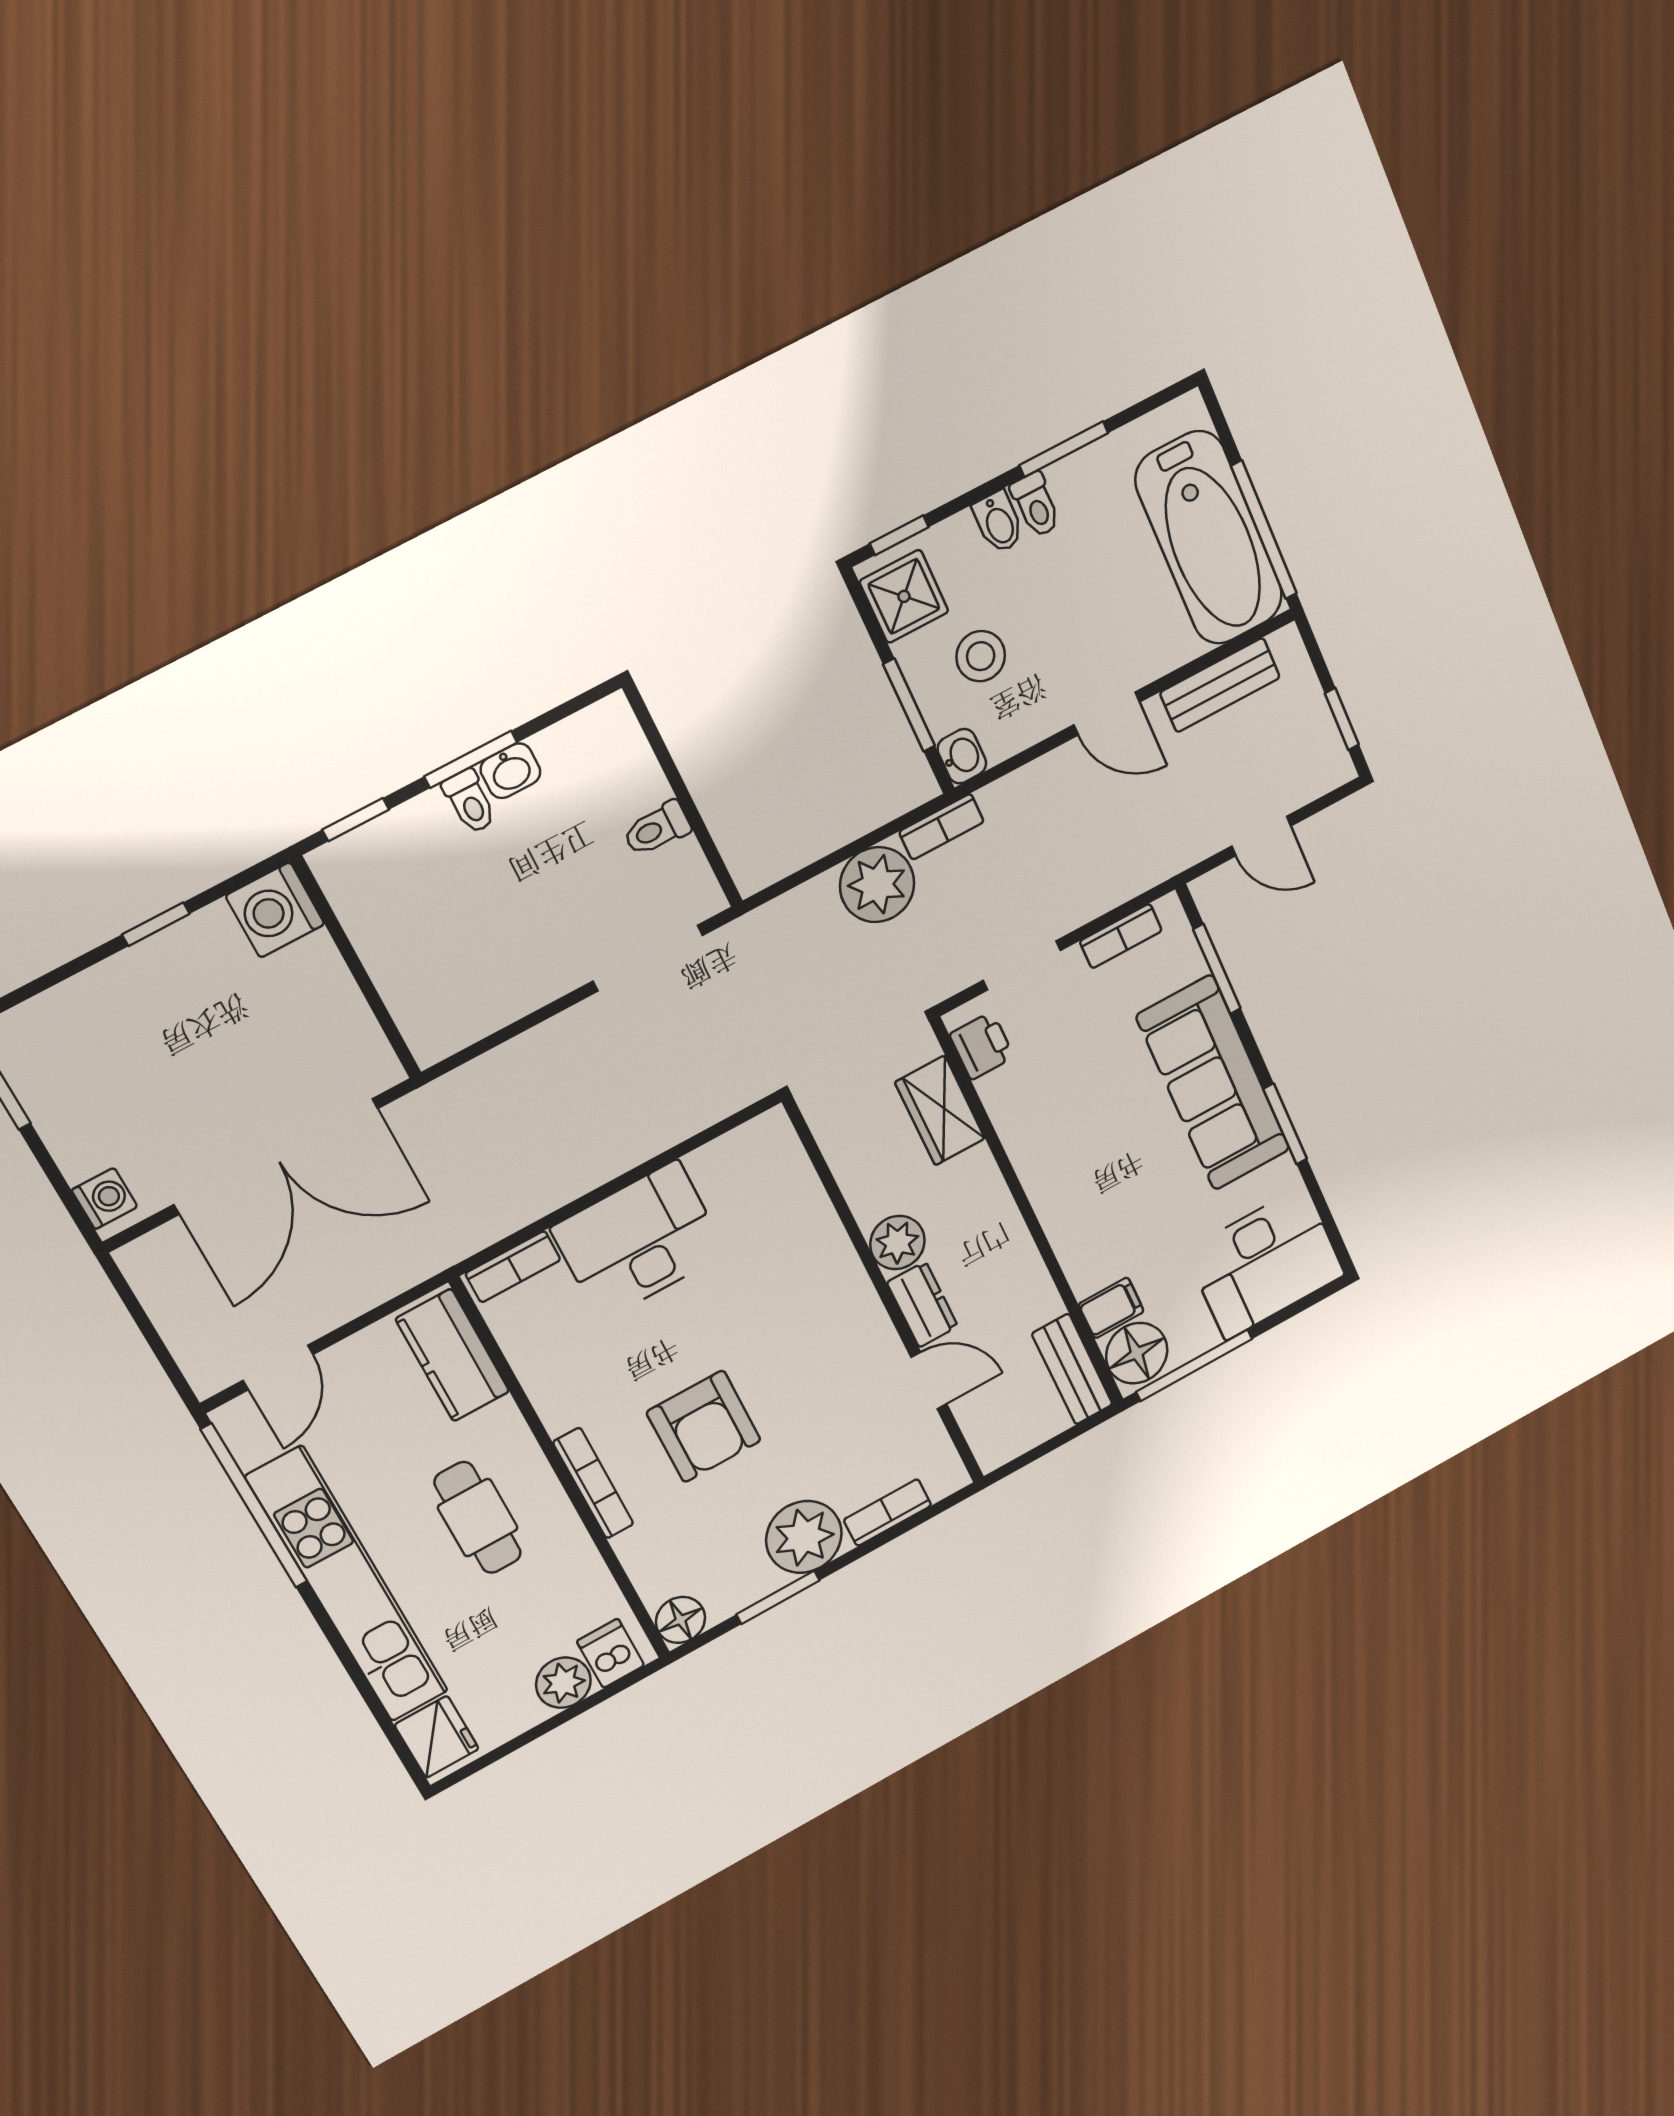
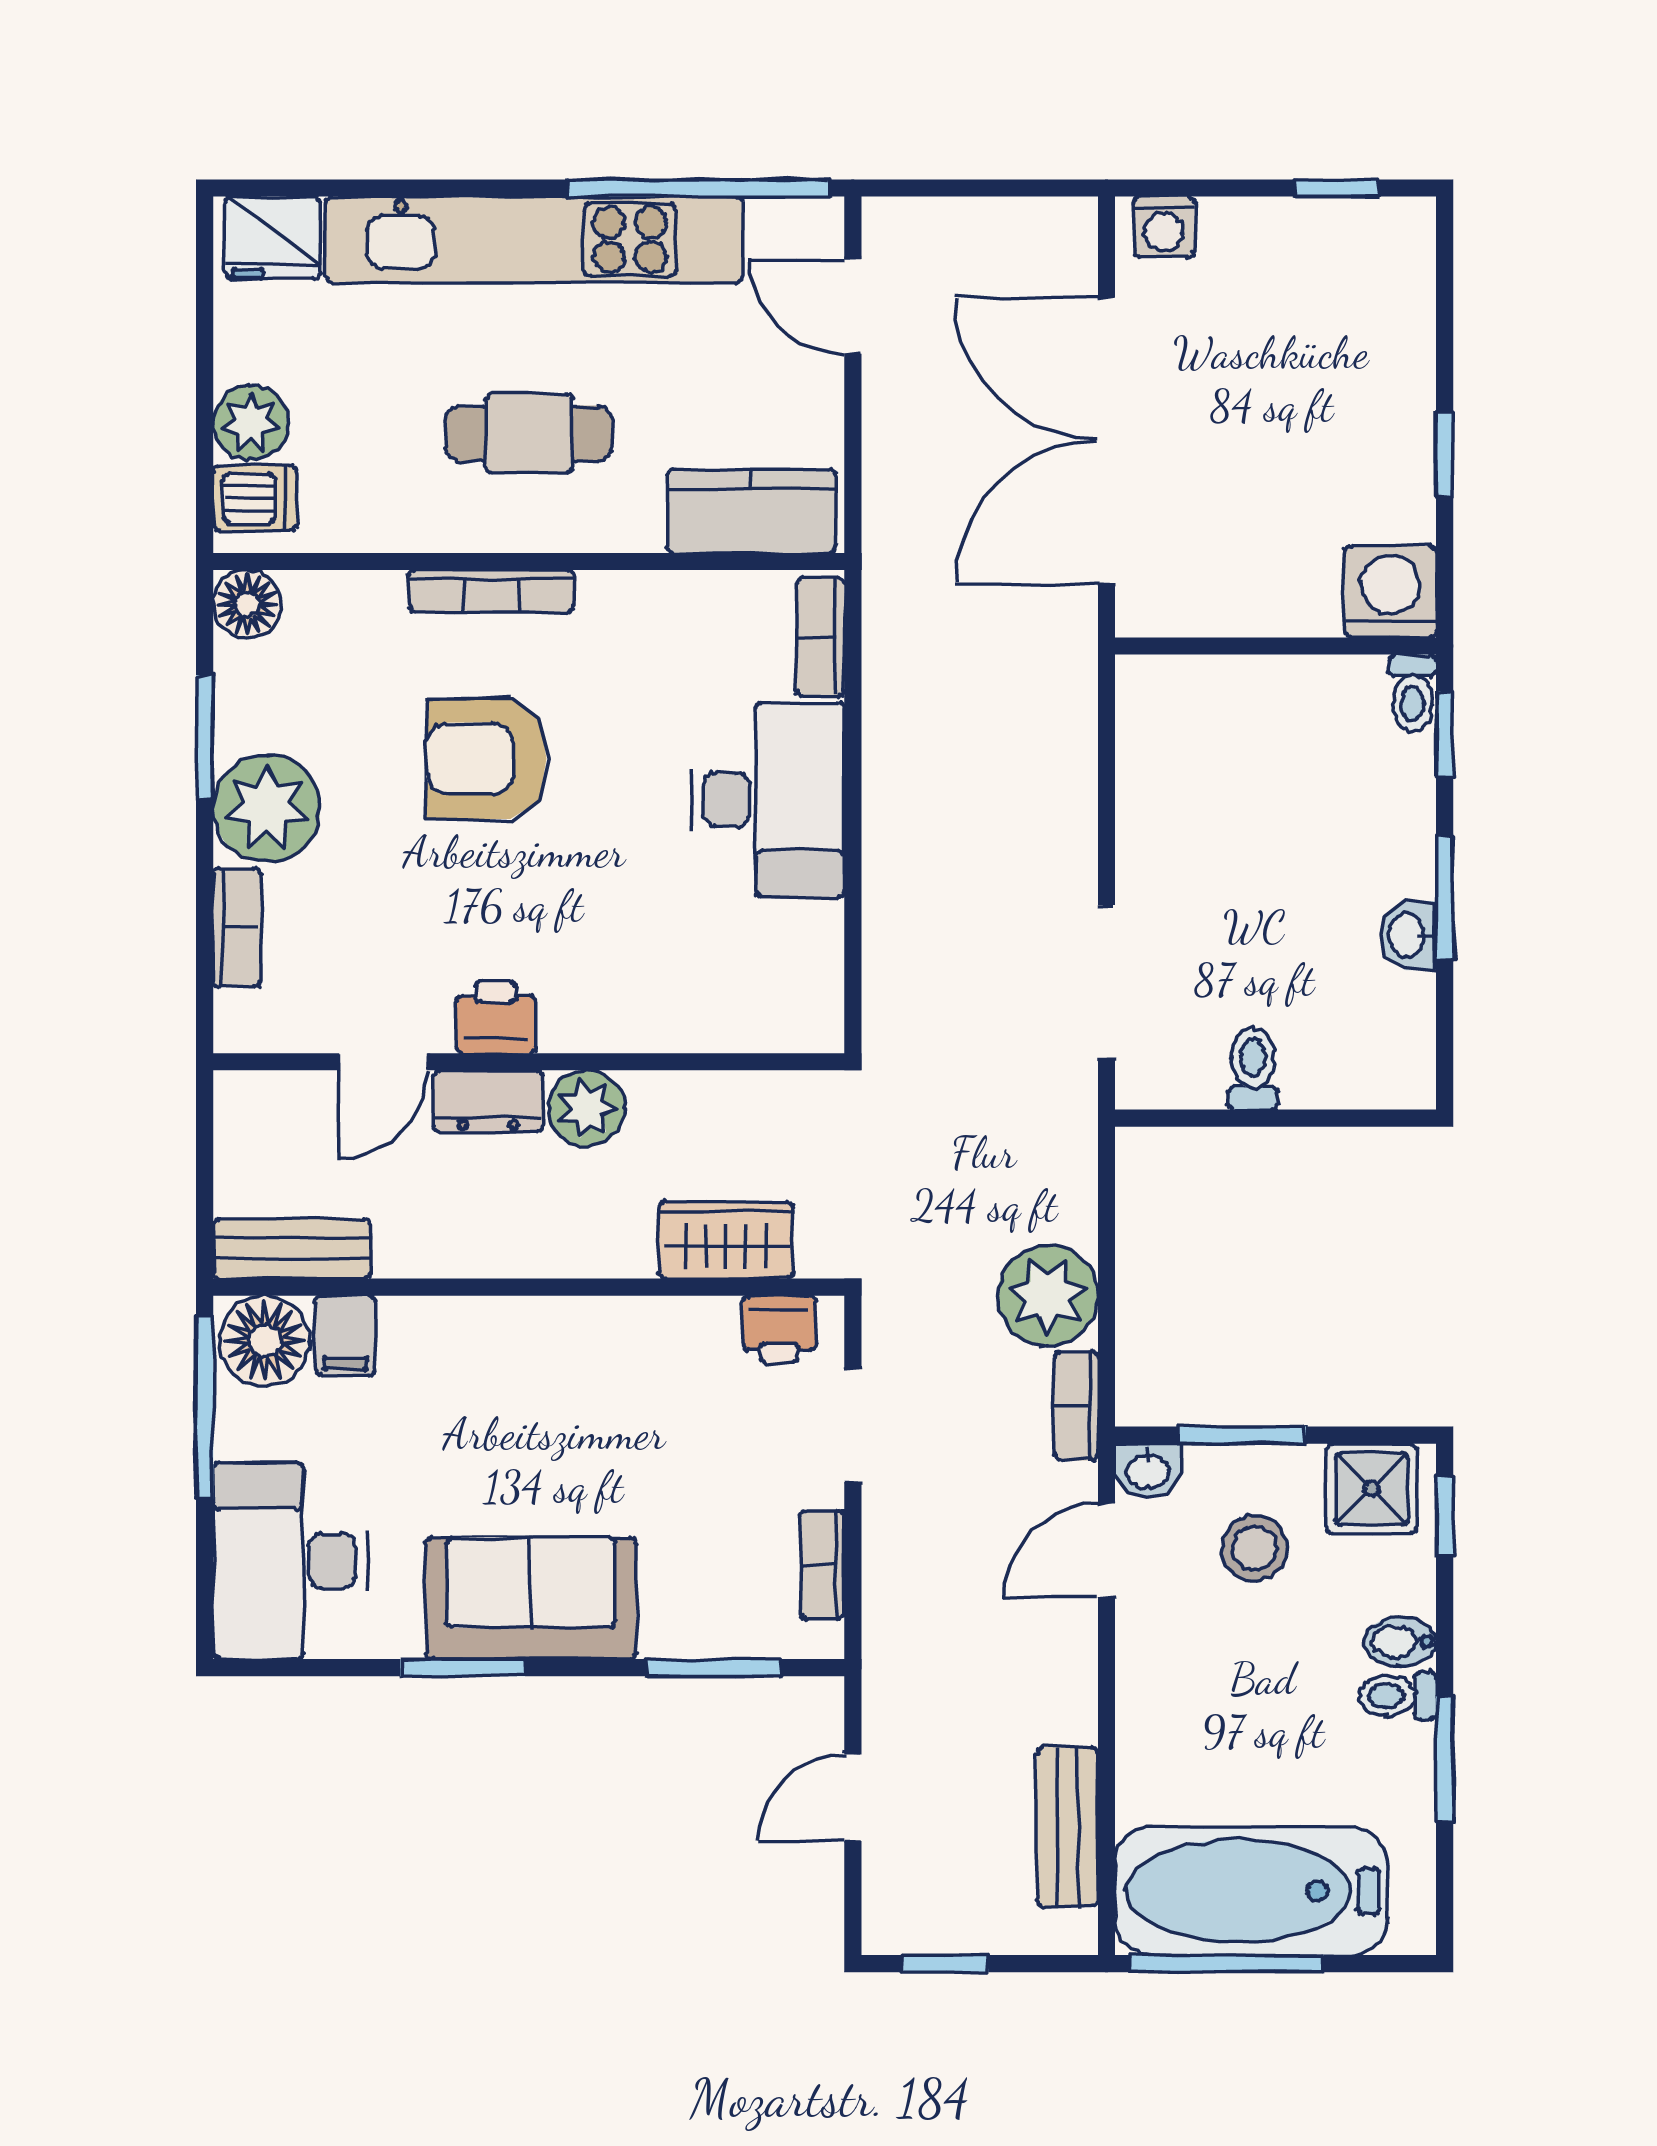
door: (1107, 713) -> (1106, 1551), moved
toilet: (470, 802) -> (1413, 693), moved, turned -90
sofa: (1213, 1083) -> (531, 1598), width x0.73
printer: (867, 1329) -> (496, 1017), added

